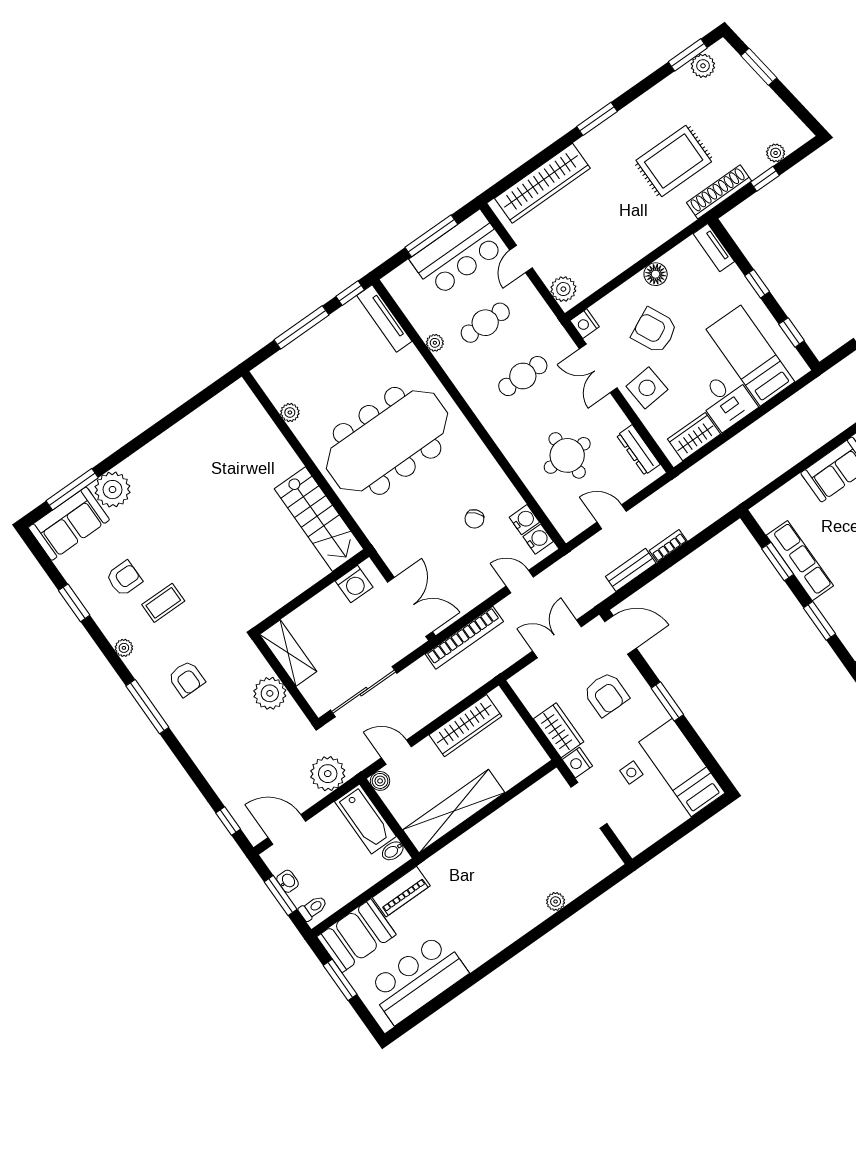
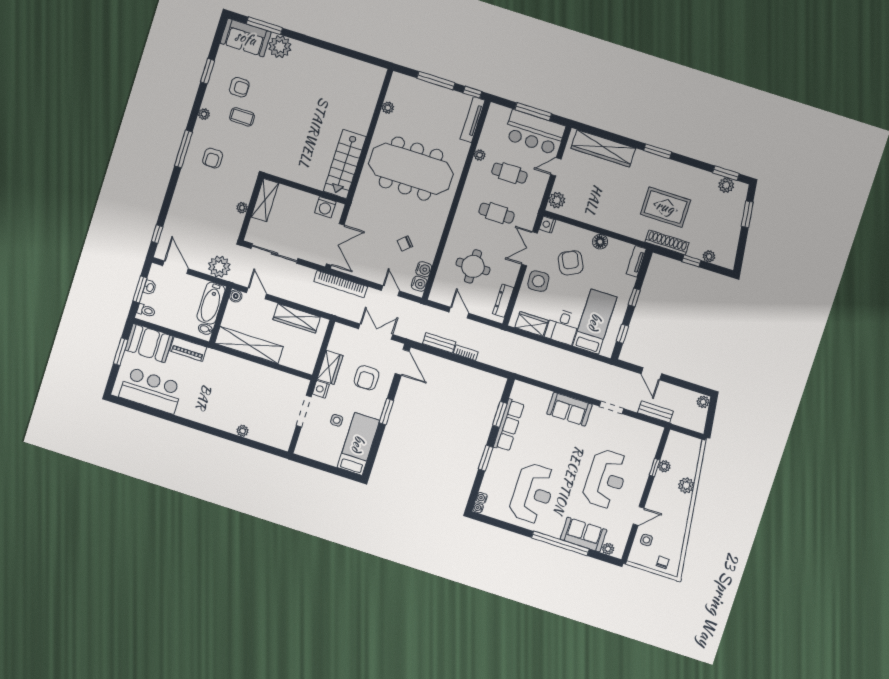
plant: (270, 693) -> (242, 208), width x0.53, depth x0.53

